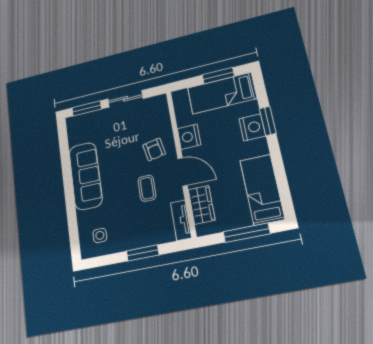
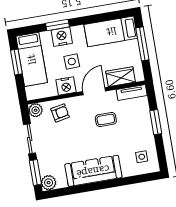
plant: (159, 103) -> (36, 110), added
plant: (75, 124) -> (49, 183), added
side table: (220, 142) -> (72, 61), added
armchair: (154, 149) -> (60, 113), moved

